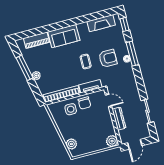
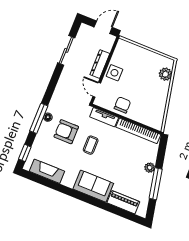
side table: (71, 109) -> (114, 73), moved
plant: (112, 141) -> (123, 47), removed

